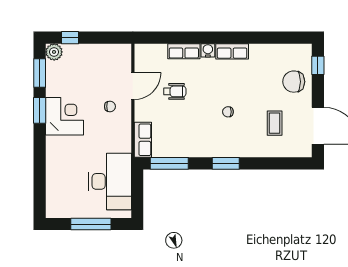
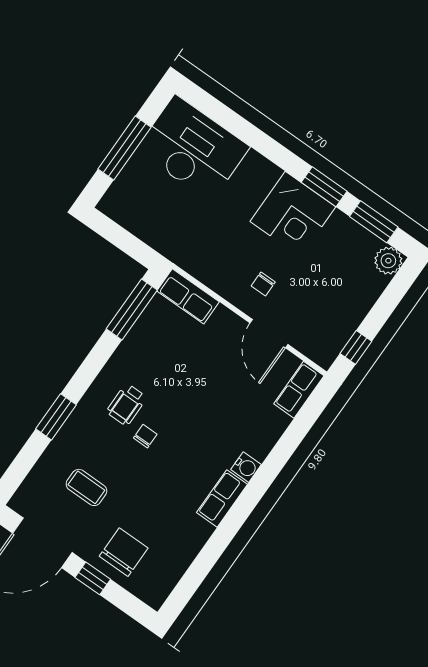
window: (70, 38) -> (356, 347), moved
row of seats: (184, 51) -> (299, 390), moved
window: (318, 65) -> (93, 578), moved
wheelchair: (175, 91) -> (127, 405), moved
window: (226, 163) -> (56, 417), moved
desk: (110, 181) -> (193, 148), moved, turned 180

